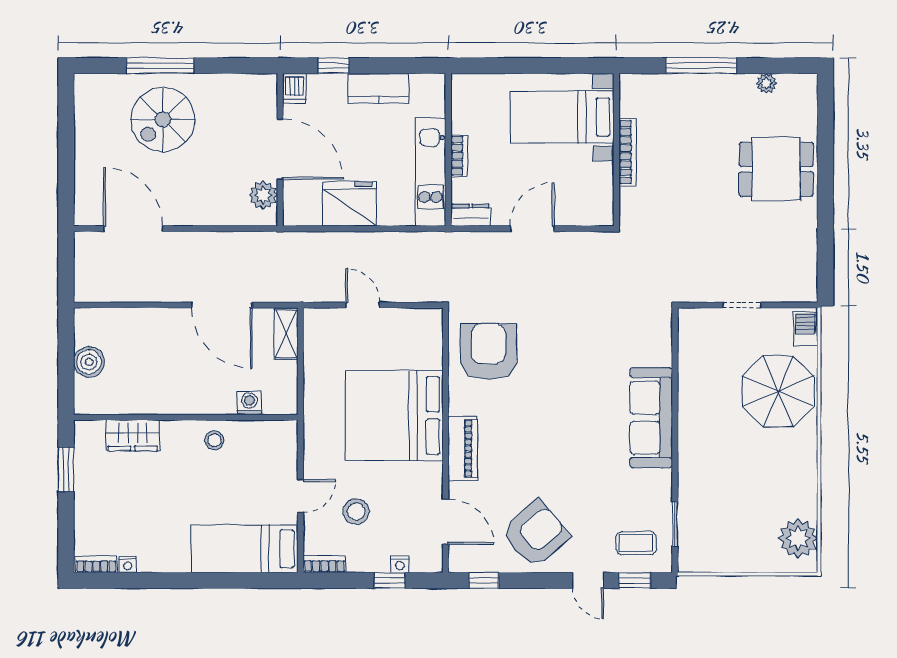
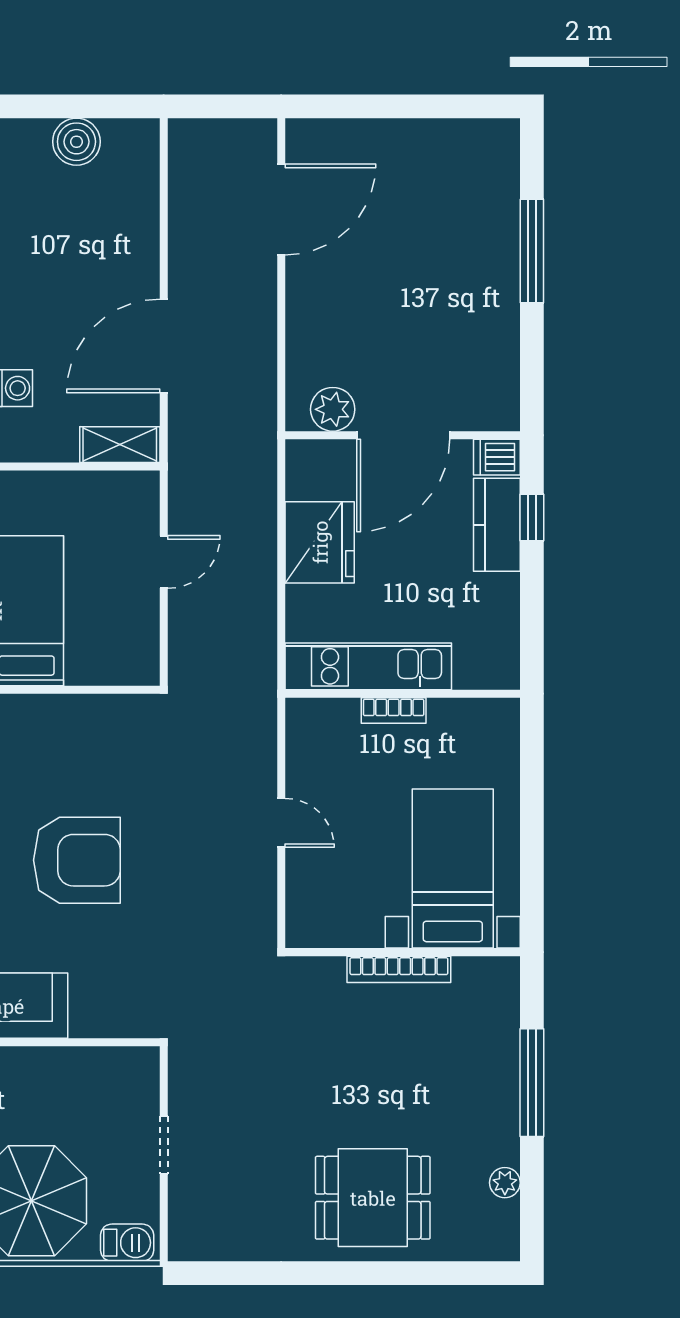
kitchen counter: (378, 88) -> (497, 525), moved
spiral stairs: (163, 119) -> (449, 255), removed
dining table: (776, 169) -> (373, 1198), turned 90
dresser: (471, 215) -> (302, 728), removed
door: (532, 229) -> (281, 823), width x0.73
armchair: (488, 352) -> (77, 860), moved

